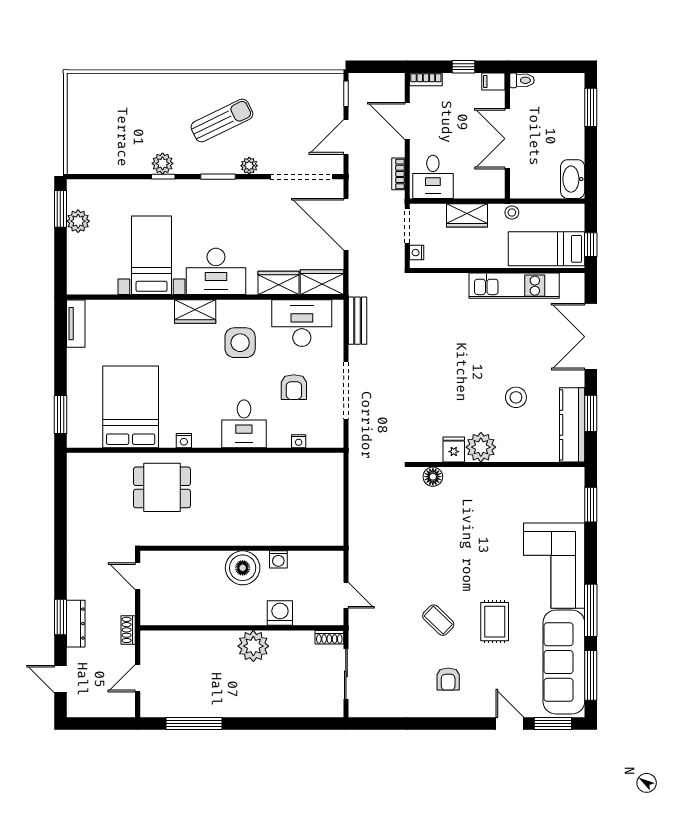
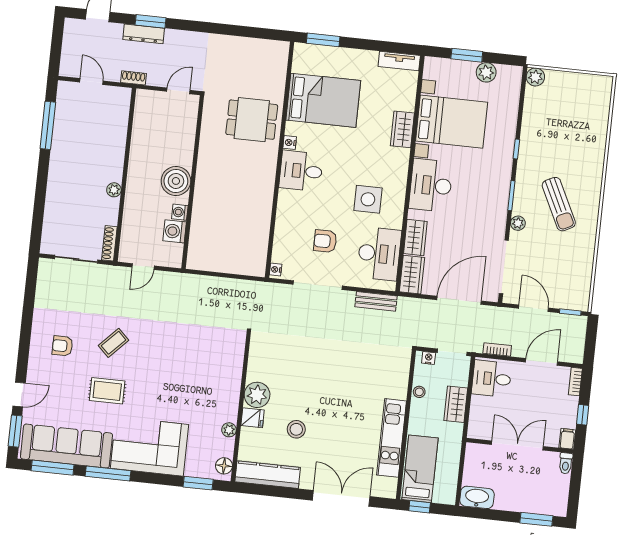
plant: (163, 163) -> (535, 77), moved
window: (60, 209) -> (467, 55), moved
stool: (512, 213) -> (419, 392), moved
bed with nightstands: (151, 255) -> (452, 122), width x1.36
wardrobe: (195, 311) -> (402, 129), moved
window: (591, 413) -> (276, 491), removed
desk: (244, 424) -> (301, 171), moved
nightstand: (299, 441) -> (276, 270), moved
fridge: (454, 450) -> (253, 418), moved
plant: (525, 475) -> (229, 430), added
floor lamp: (433, 477) -> (224, 466), moved
dining table: (162, 487) -> (252, 120), turned 90
washing machine: (280, 613) -> (175, 231), moved, turned 180
shoe rack: (329, 637) -> (109, 243), width x1.43
plant: (253, 646) -> (114, 190), width x0.53, depth x0.53

